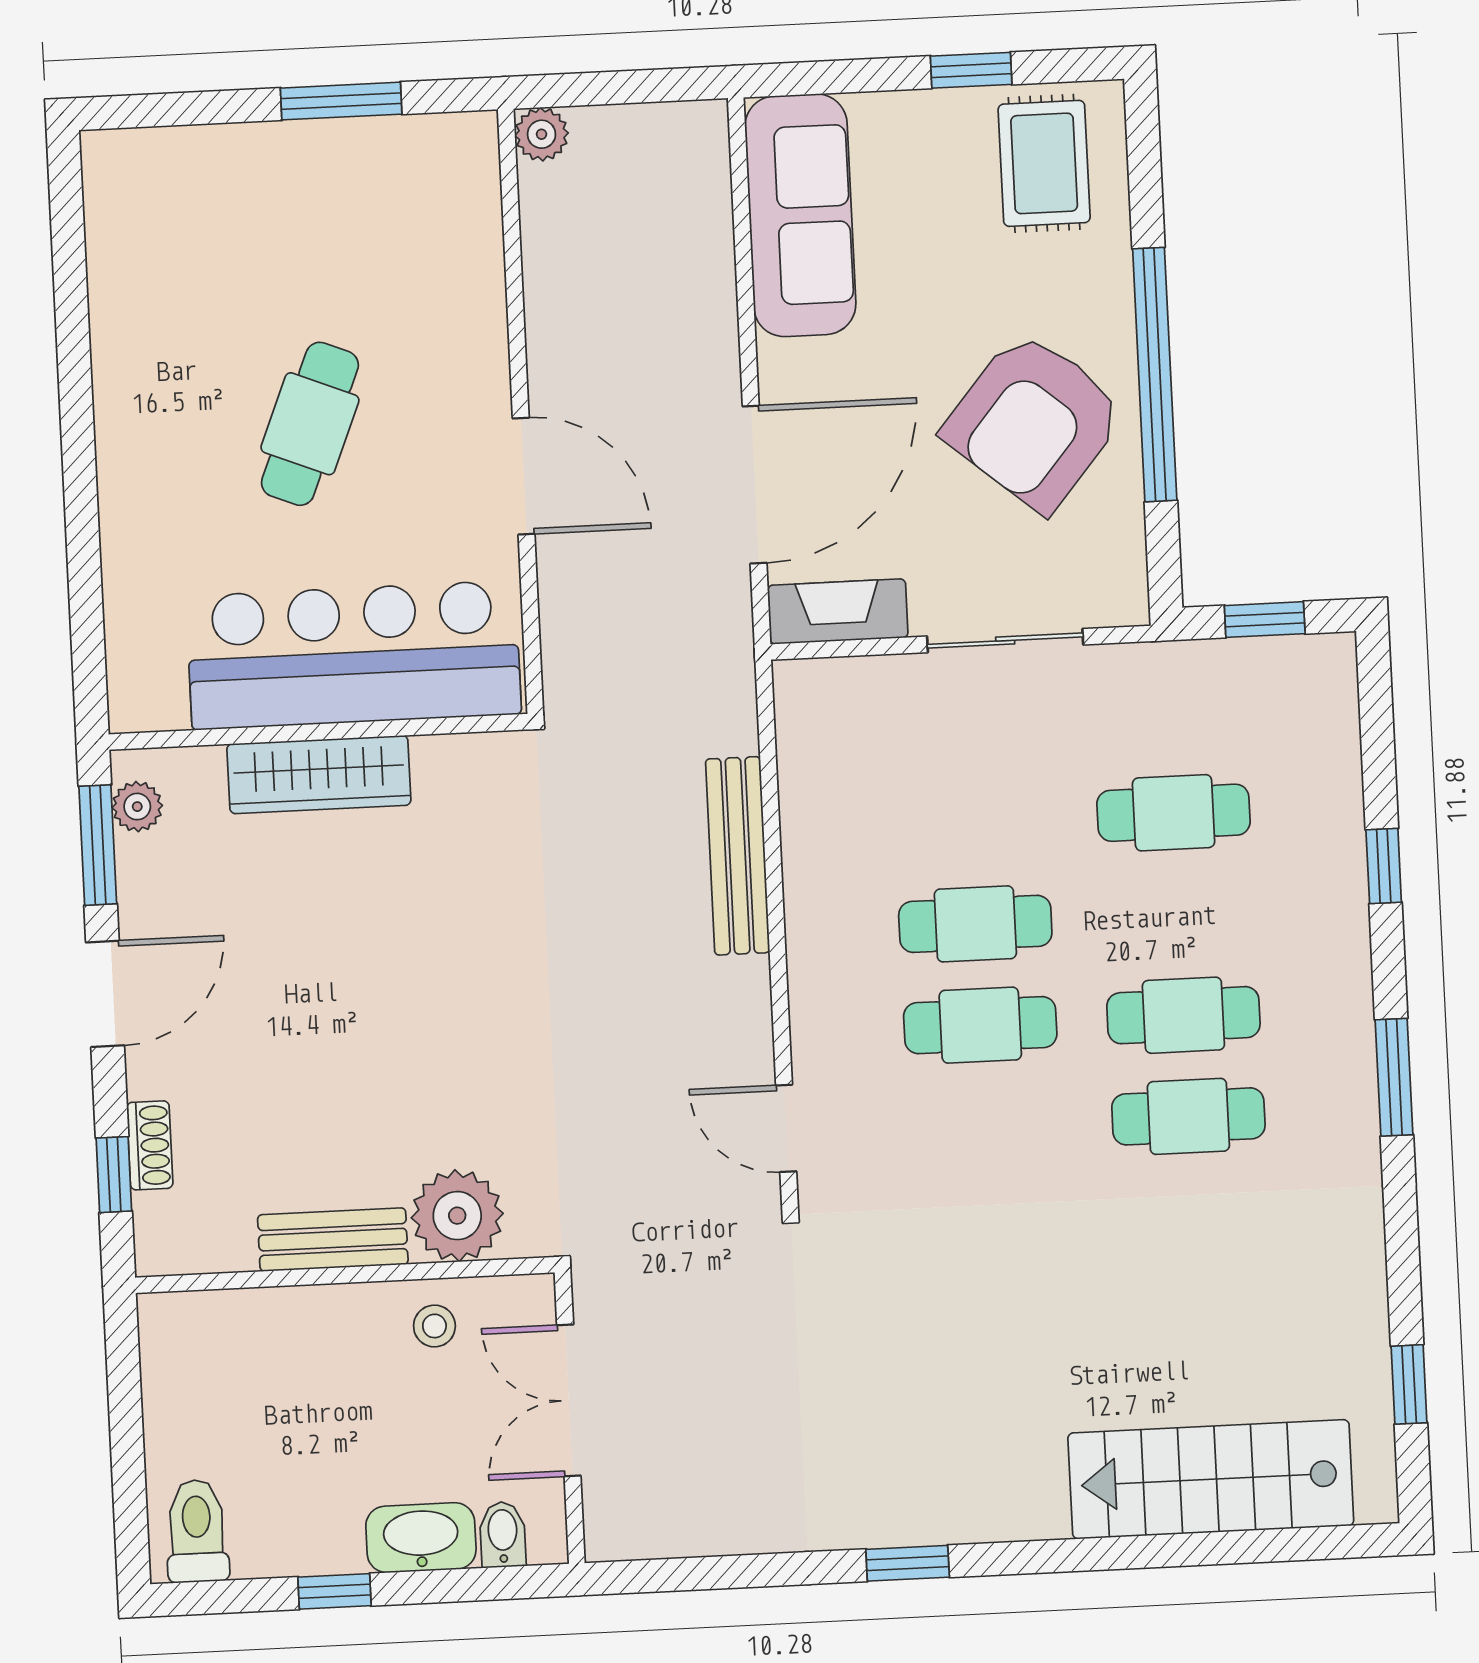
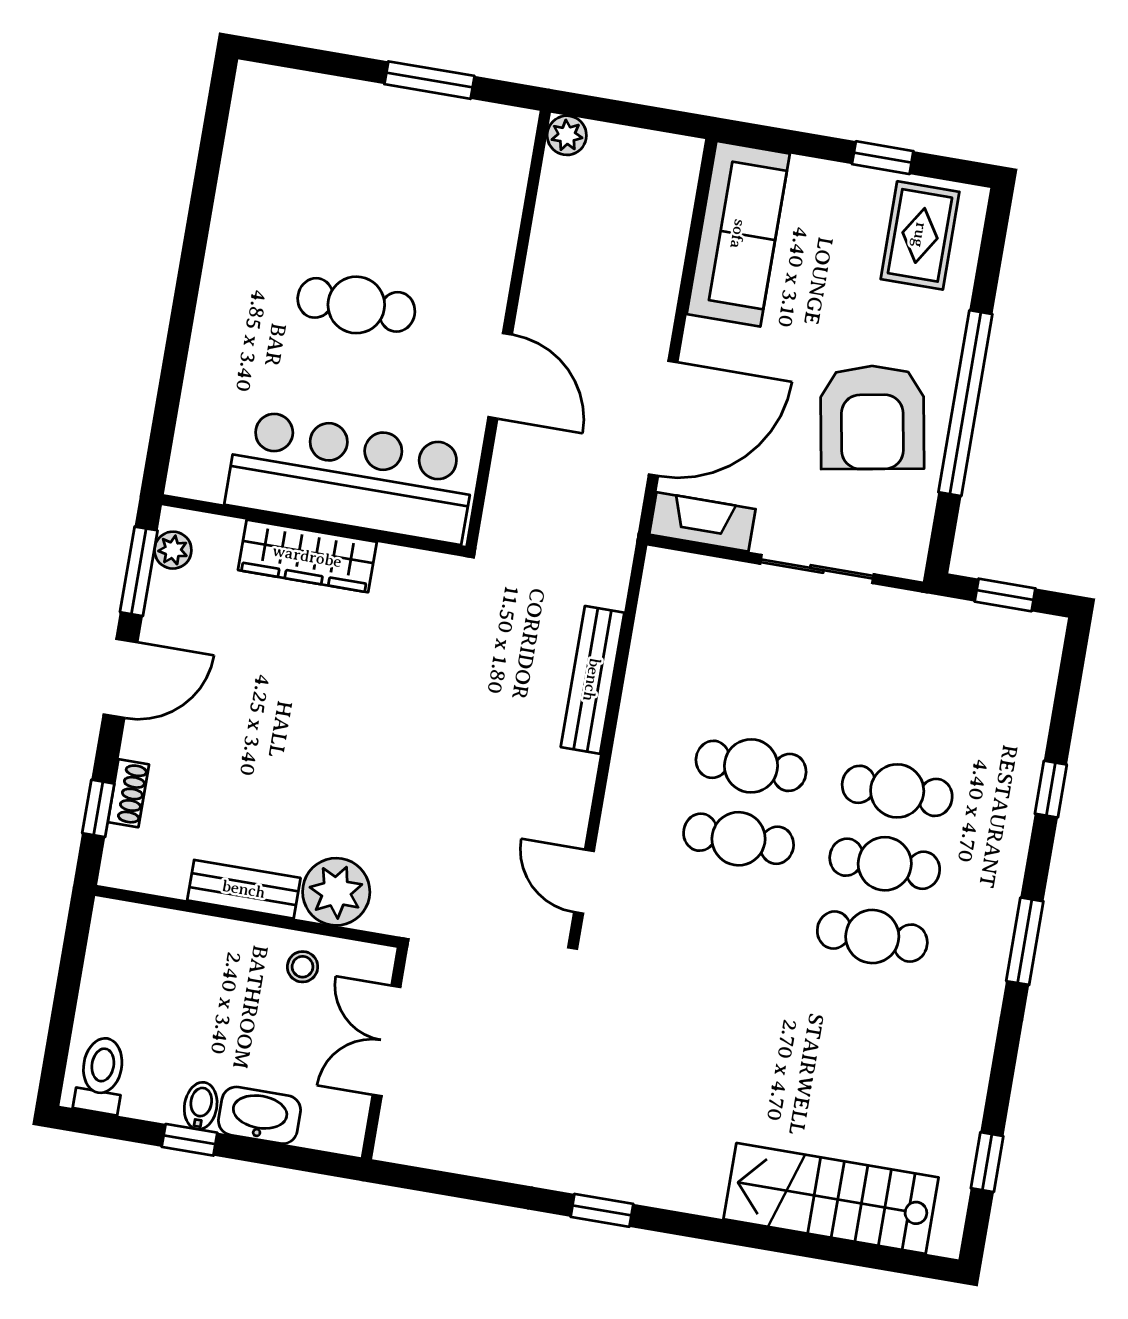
armchair: (1034, 421) -> (872, 417), turned -50
cafe table: (310, 424) -> (356, 305), turned 68
cafe table: (1174, 813) -> (897, 791), moved
bidet: (503, 1534) -> (201, 1106), moved

